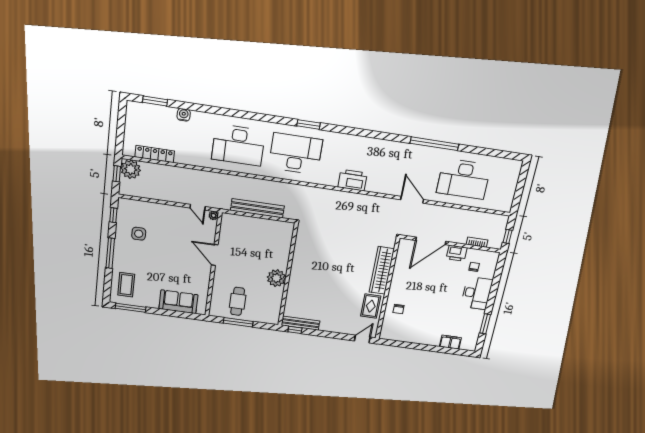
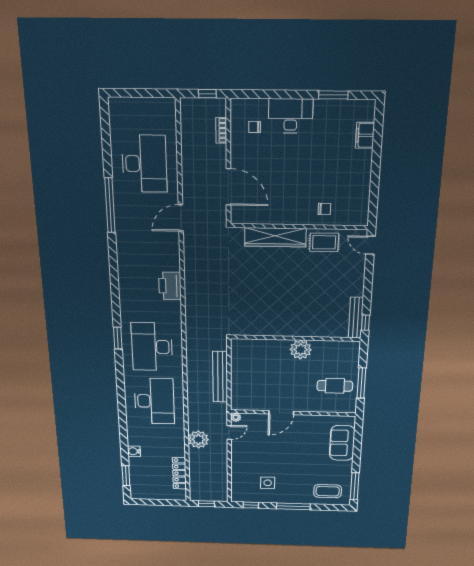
plant: (131, 169) -> (198, 439), moved
printer: (457, 253) -> (240, 153), removed

